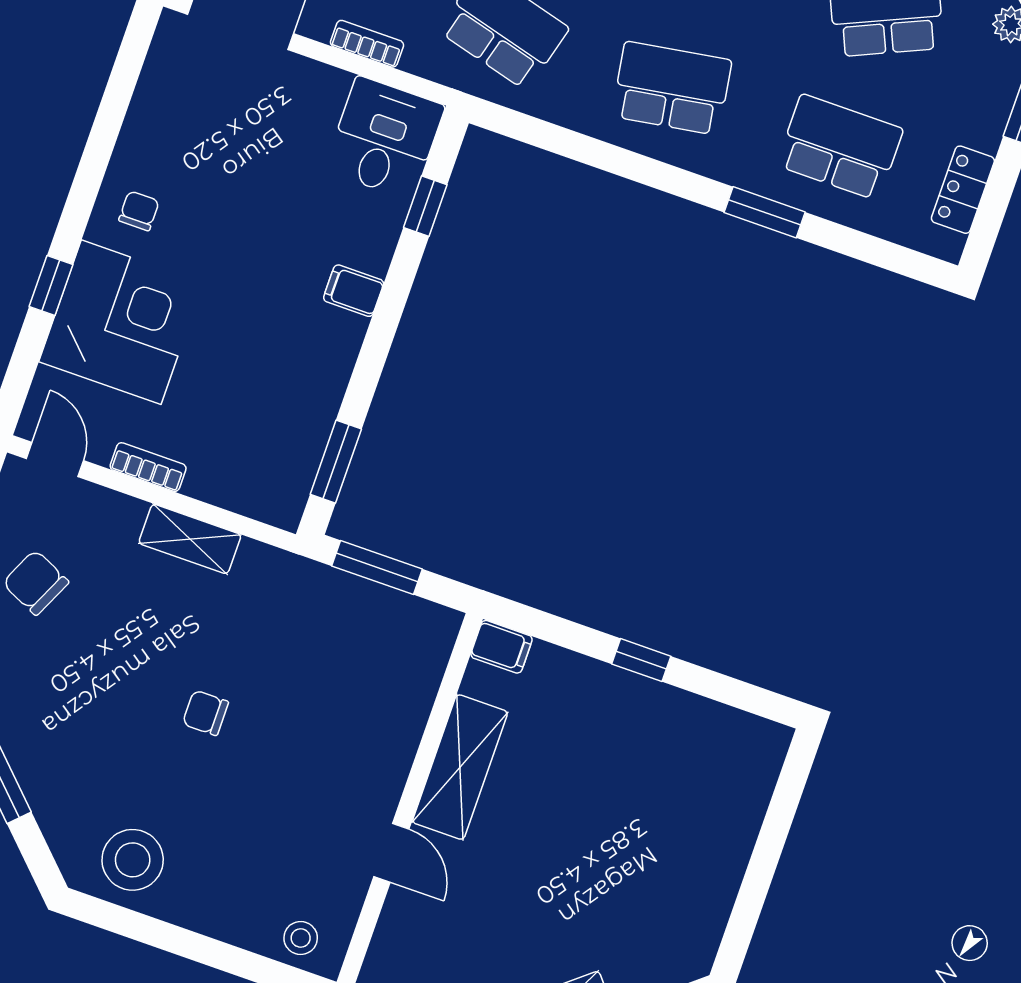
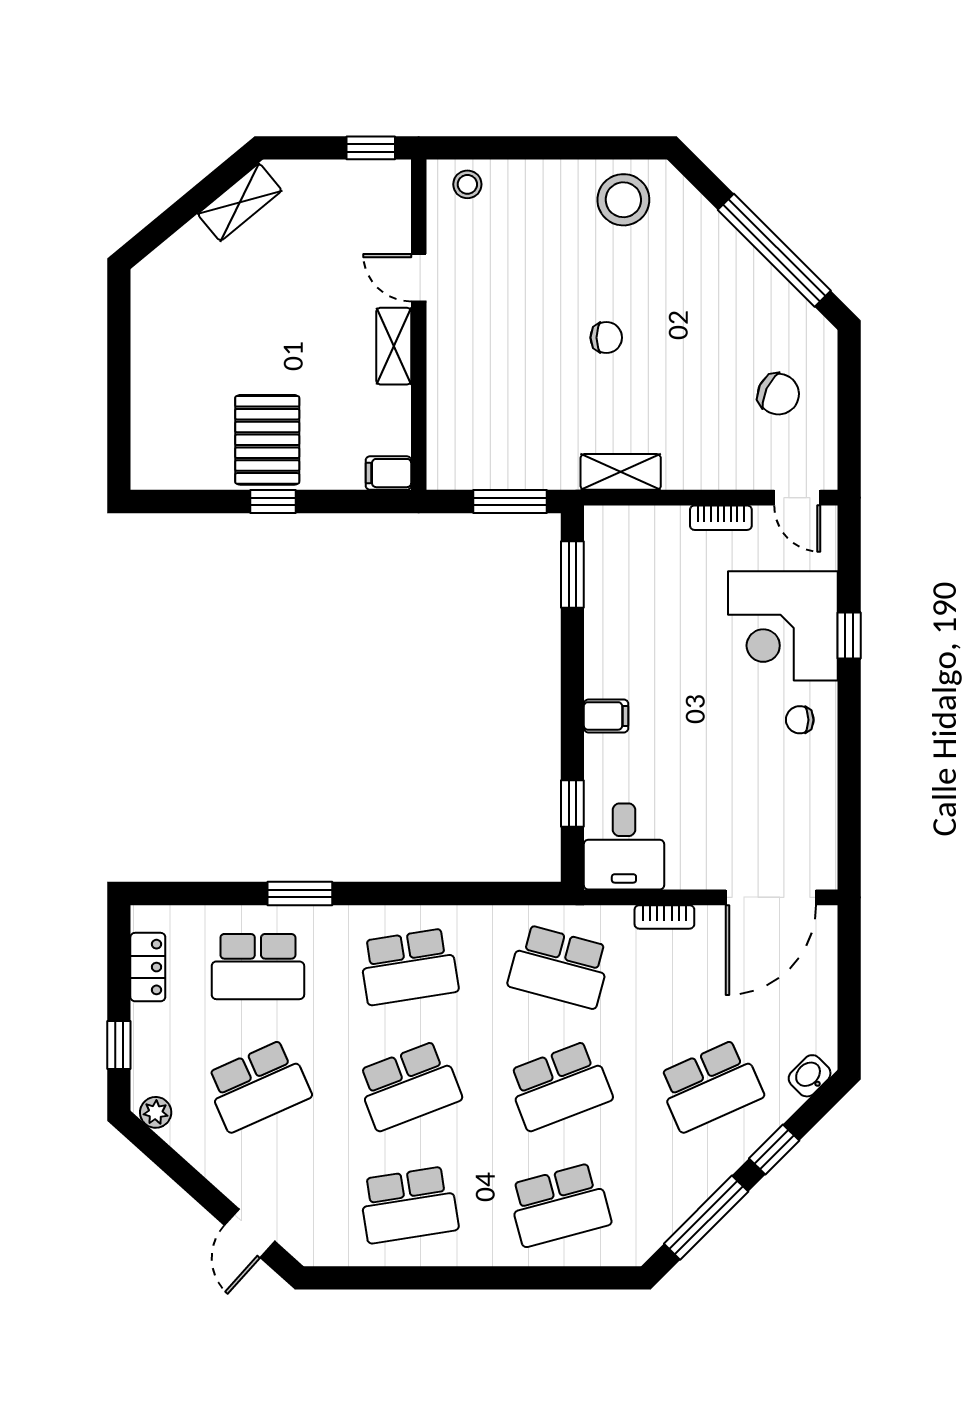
chair: (139, 211) -> (800, 720), turned 90
shelving: (190, 539) -> (621, 472), moved
pallet: (624, 731) -> (267, 440), added
shelving: (460, 767) -> (394, 346), width x0.67, depth x0.75

